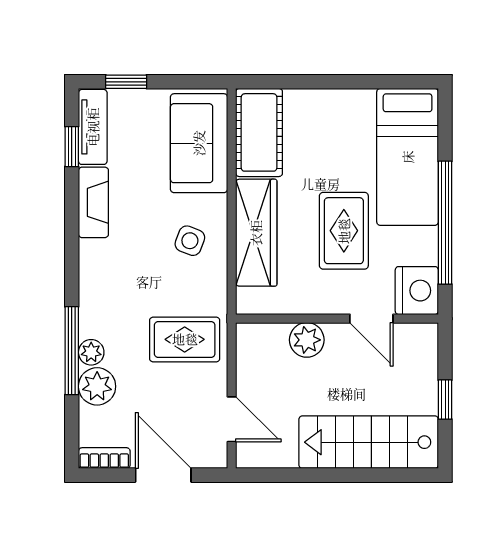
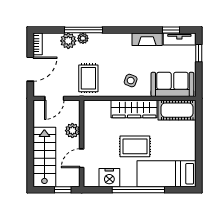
wall: (337, 319) -> (82, 143), moved
door: (371, 319) -> (82, 158), moved
plant: (307, 340) -> (72, 131), moved

